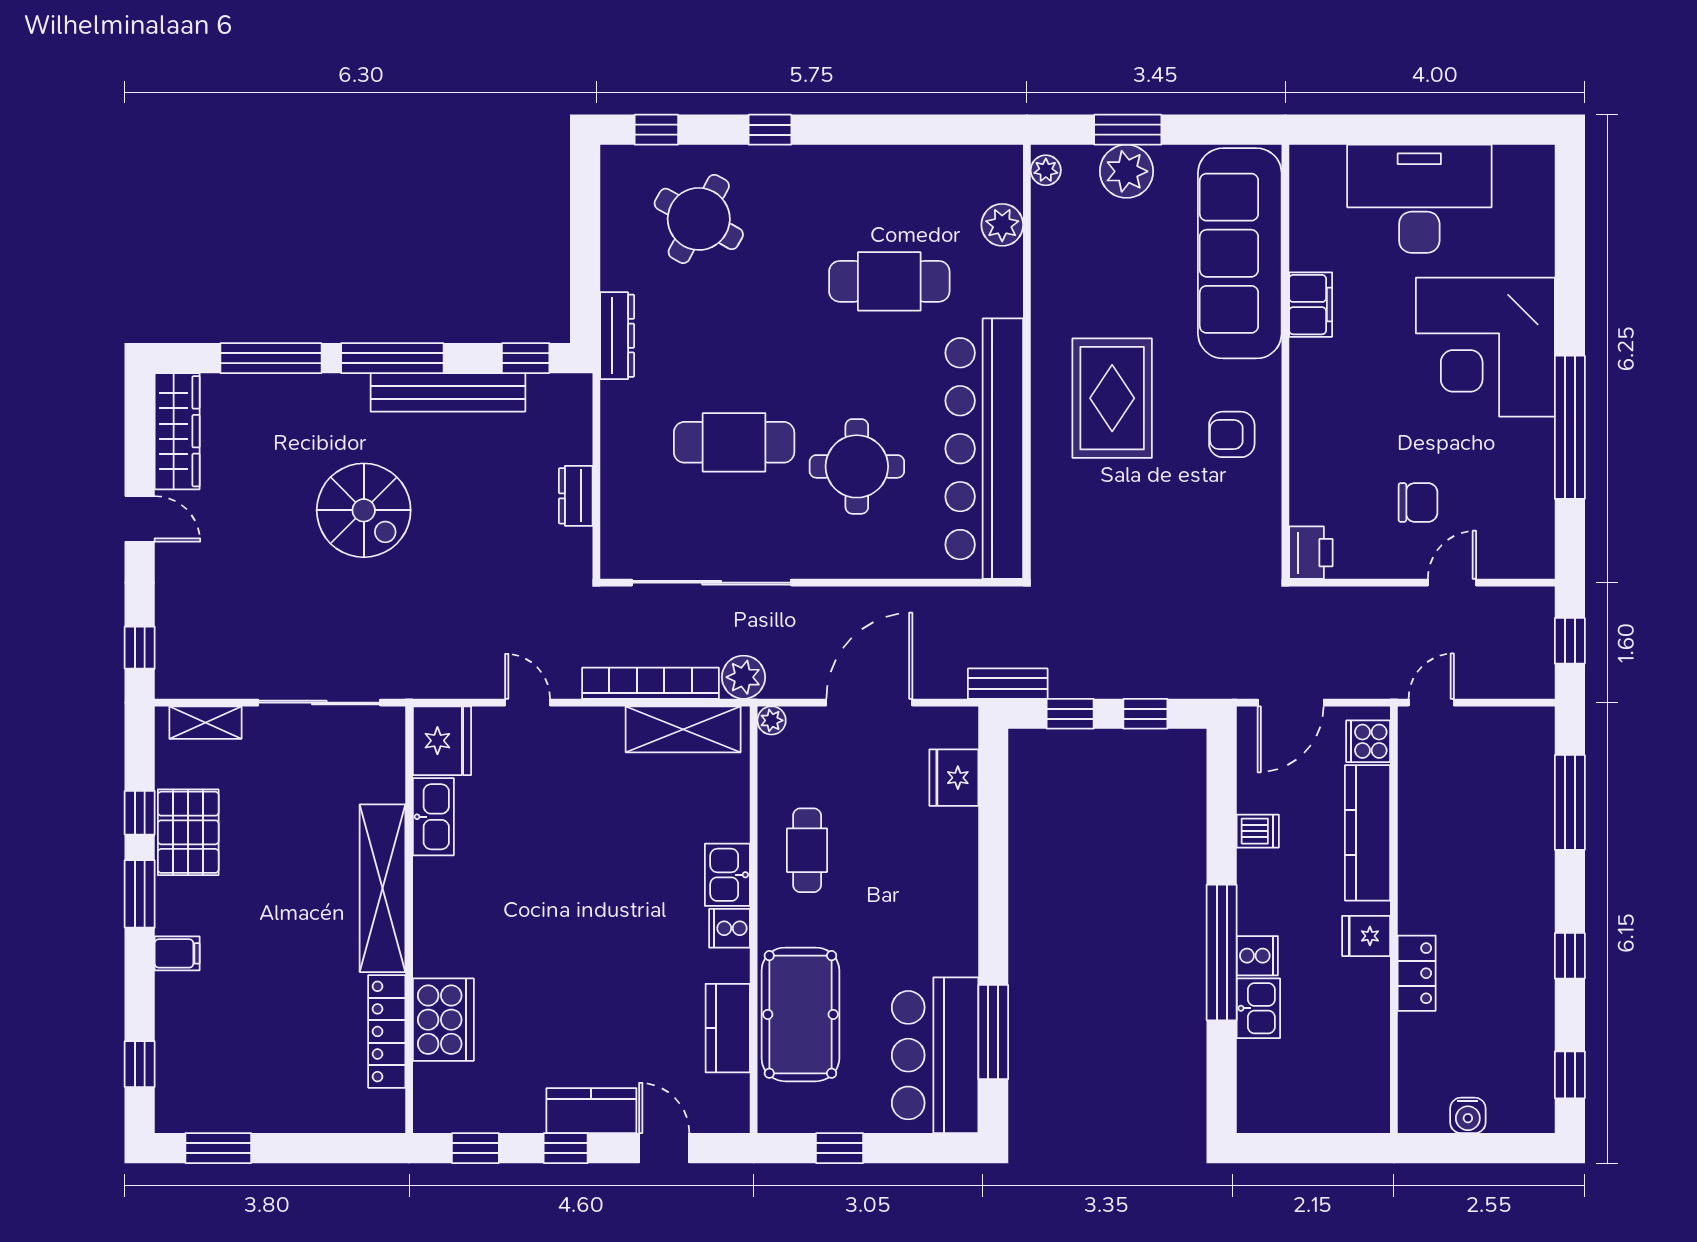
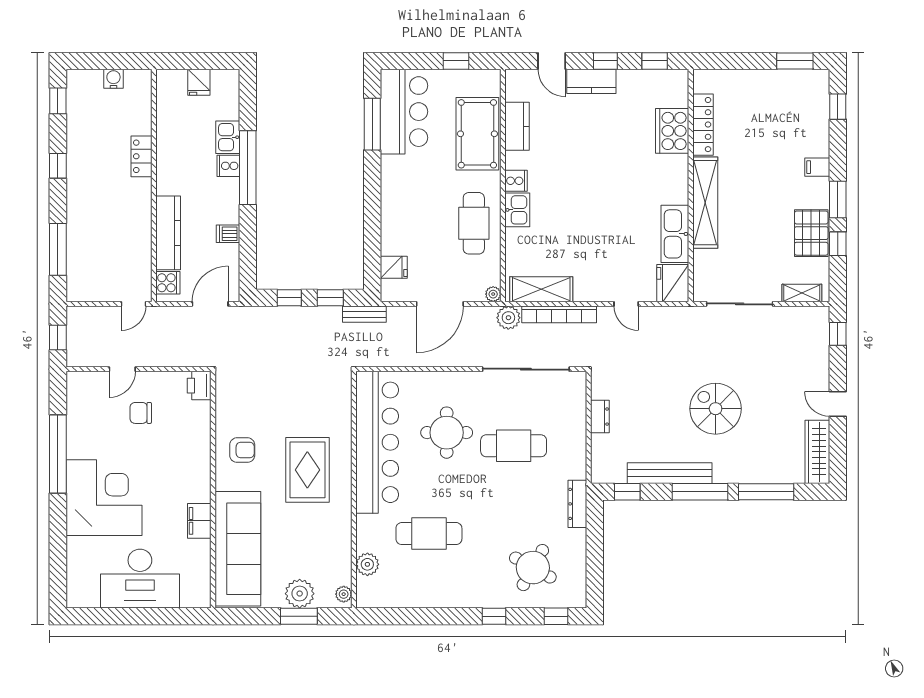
fridge: (954, 778) -> (394, 267), width x0.72
kitchen sink: (433, 817) -> (675, 234), width x1.36, depth x1.24
cafe table: (807, 850) -> (474, 223), width x1.37, depth x1.35
fridge: (1366, 936) -> (199, 82), moved, turned 90

